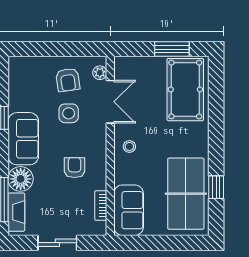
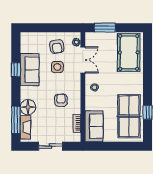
window: (172, 49) -> (105, 28), moved
sofa: (23, 139) -> (30, 70), moved

